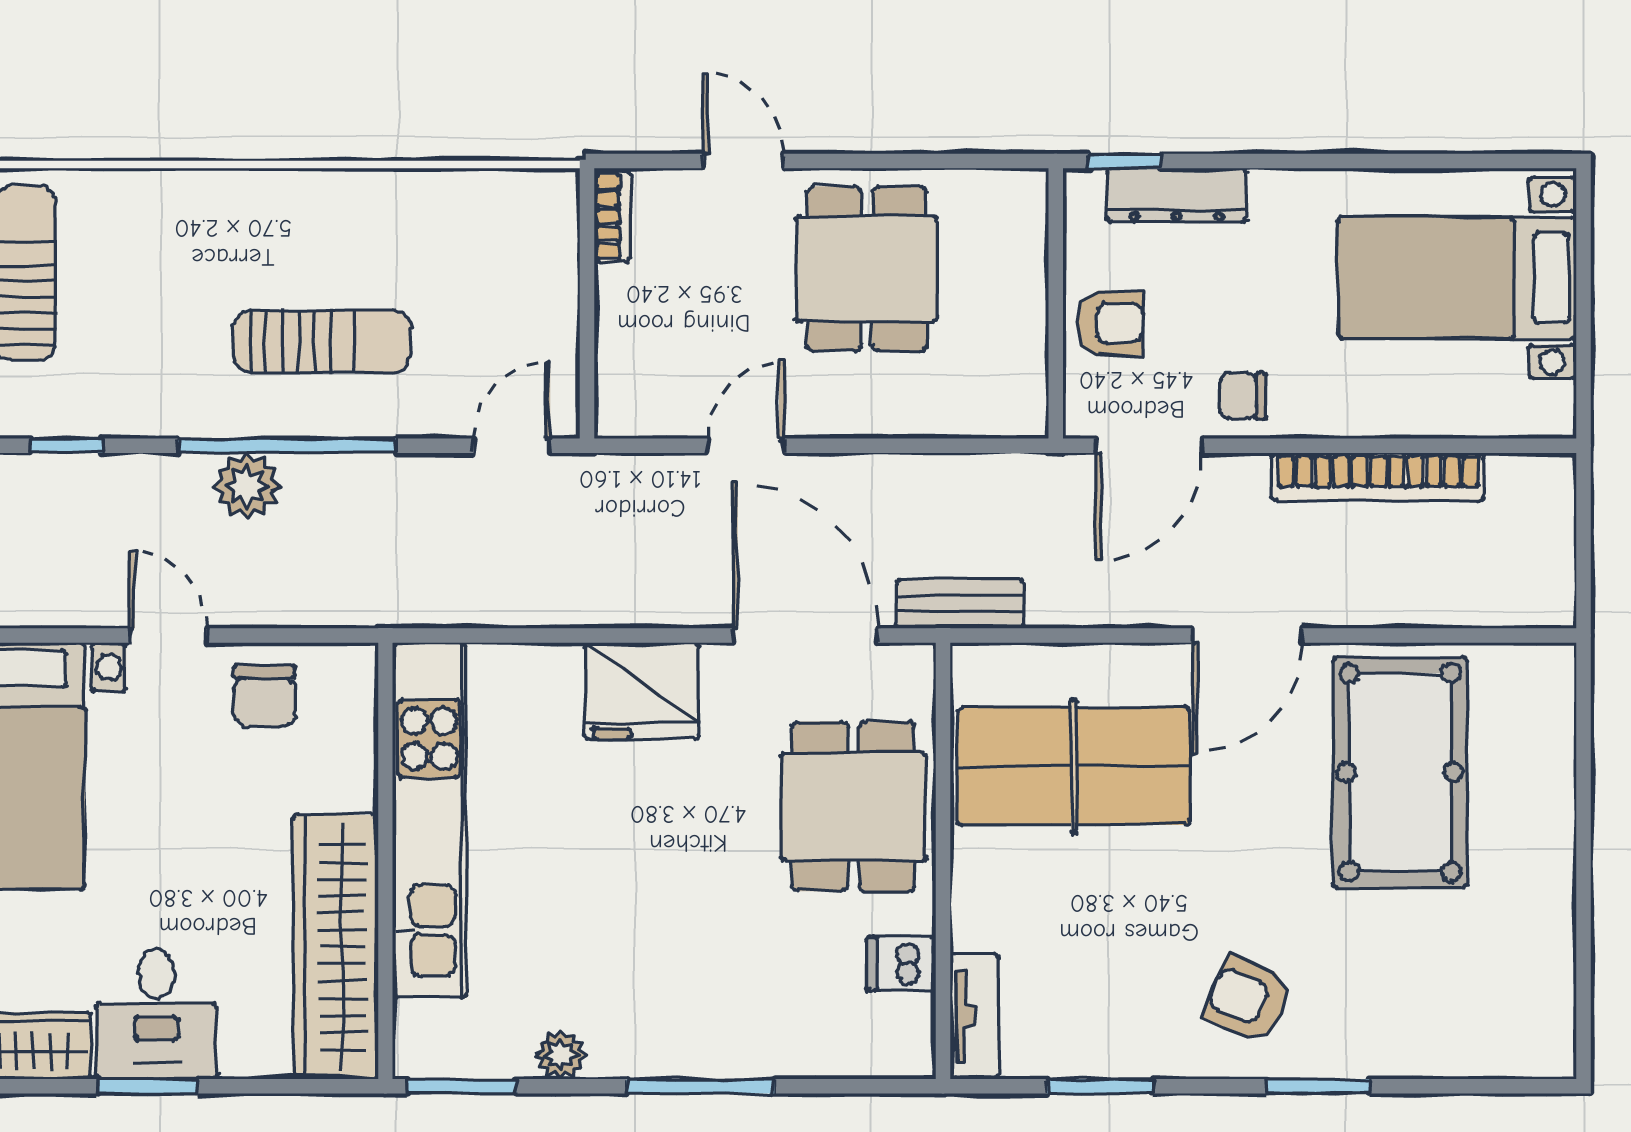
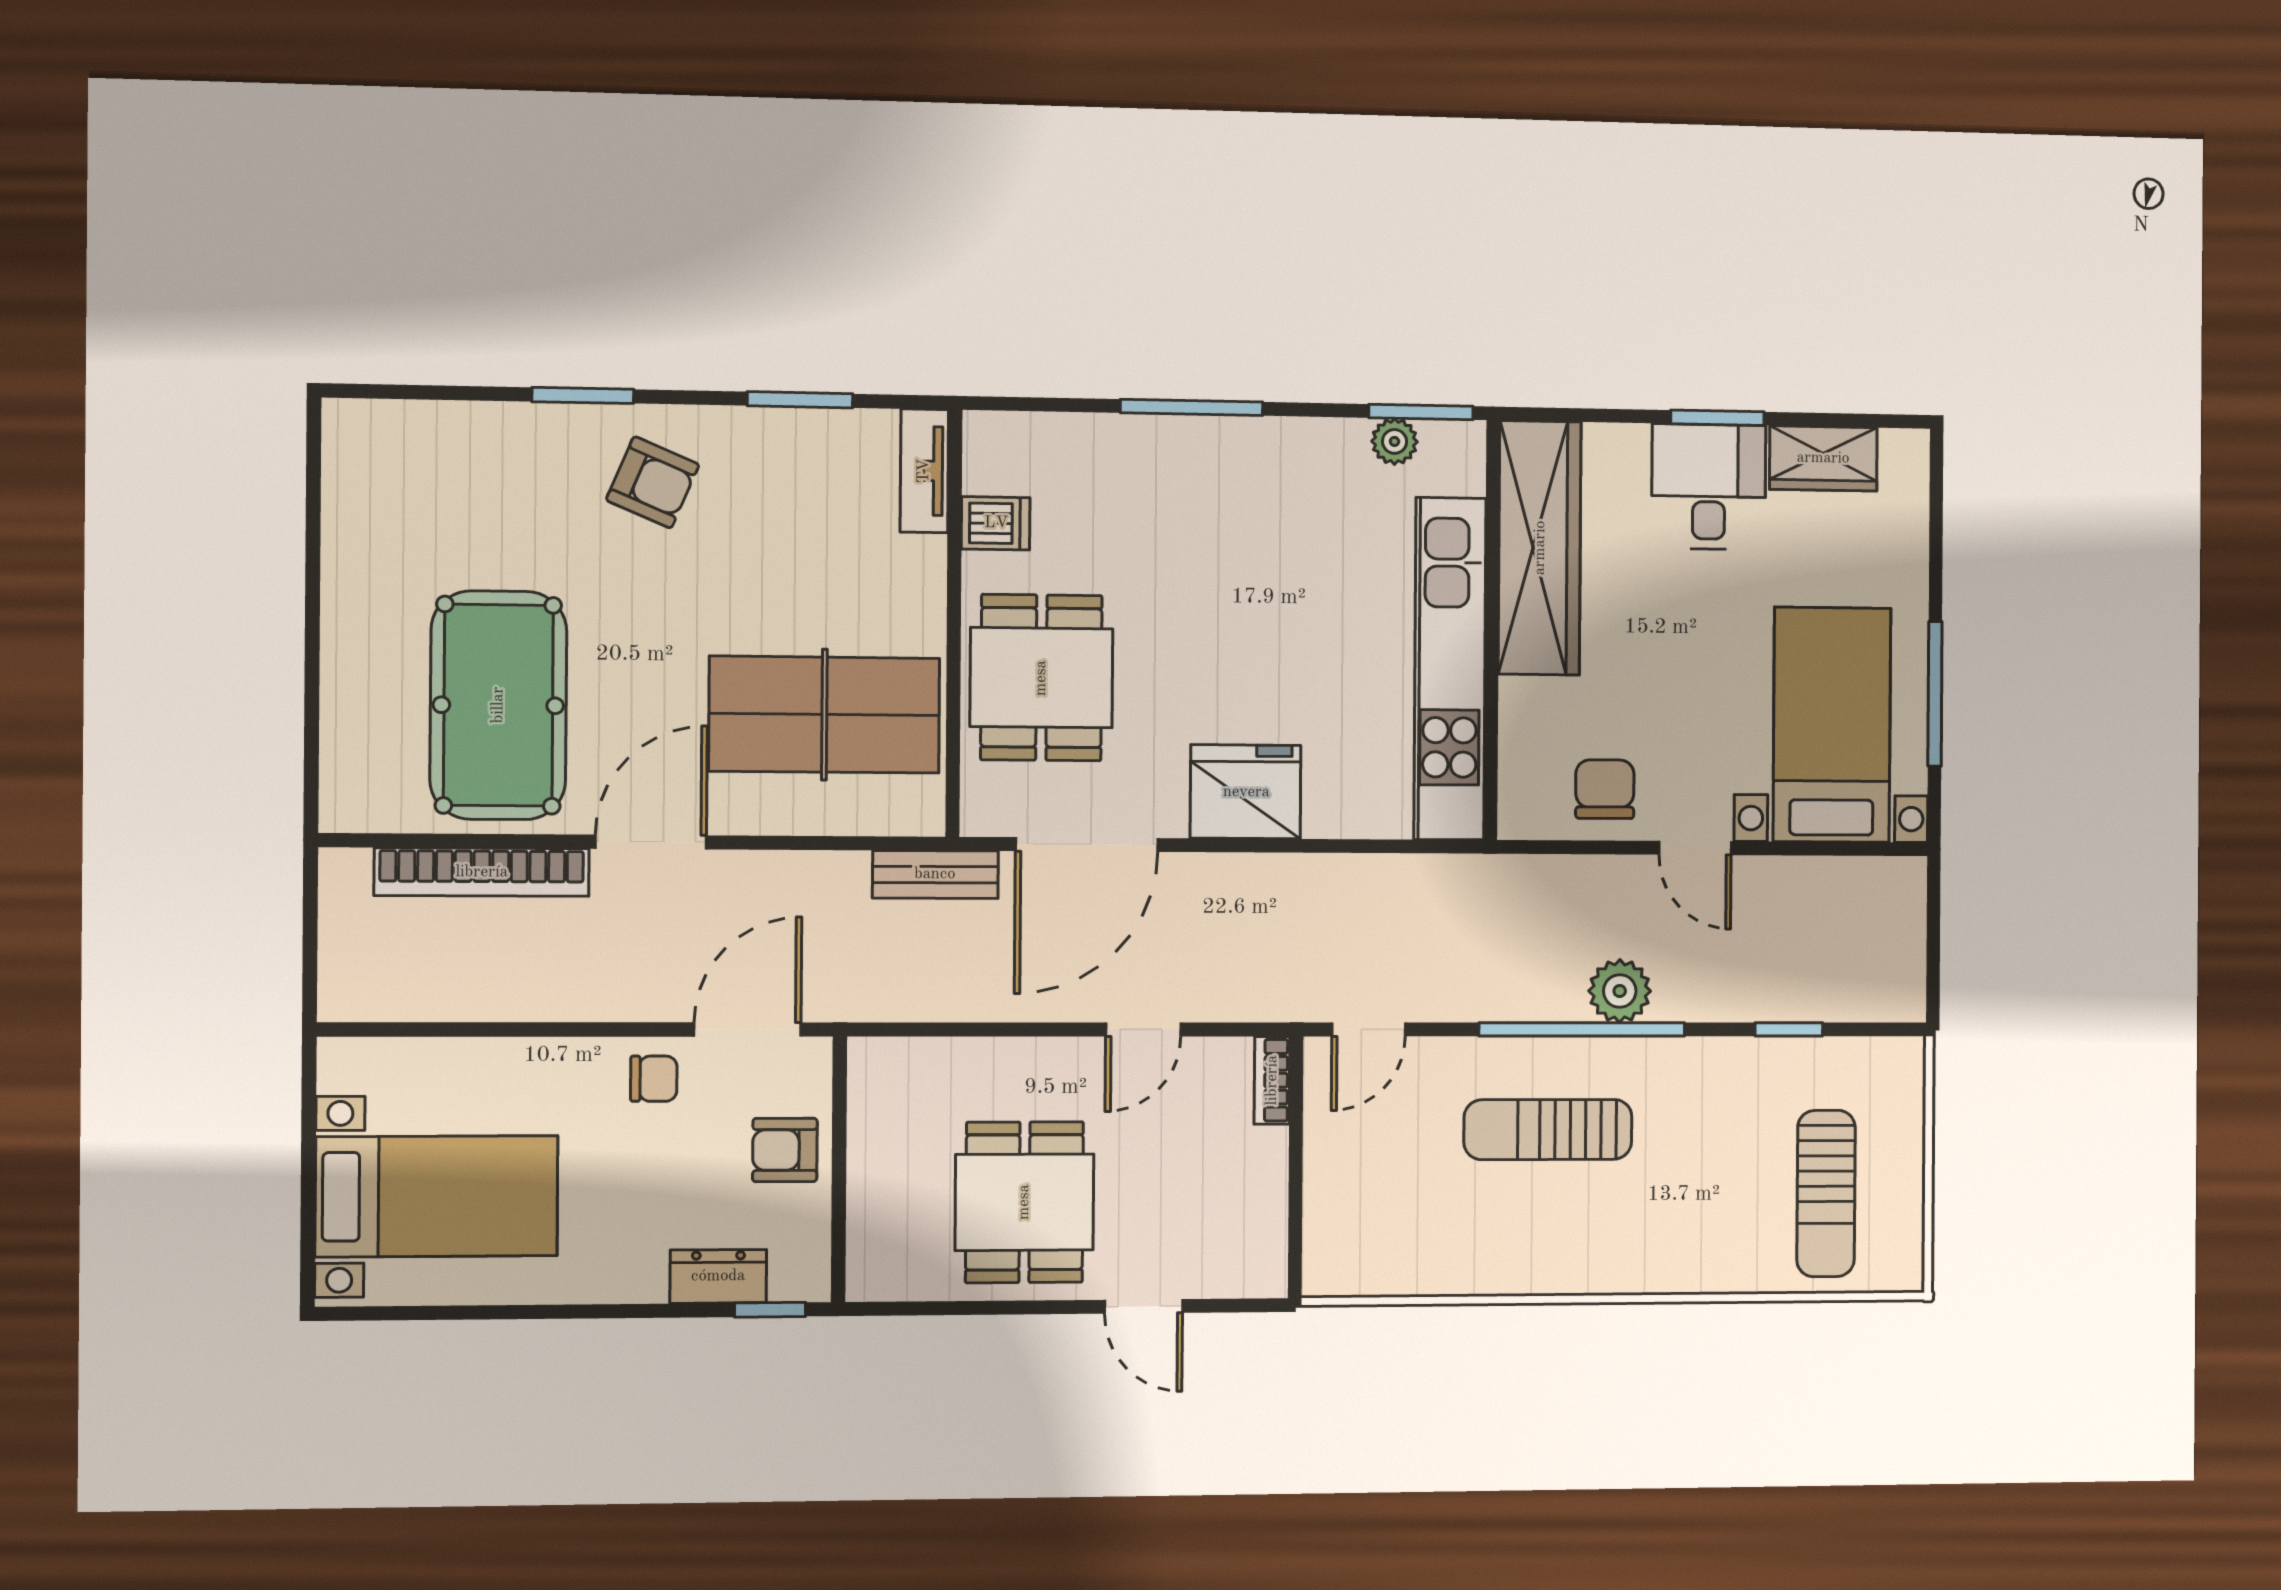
dresser: (1177, 195) -> (718, 1276), width x0.70
bookcase: (612, 216) -> (1272, 1080), moved
bookcase: (1378, 477) -> (482, 872), moved, turned 180
door: (805, 635) -> (1087, 845), hinge flipped
plant: (560, 1055) -> (1395, 441), moved

